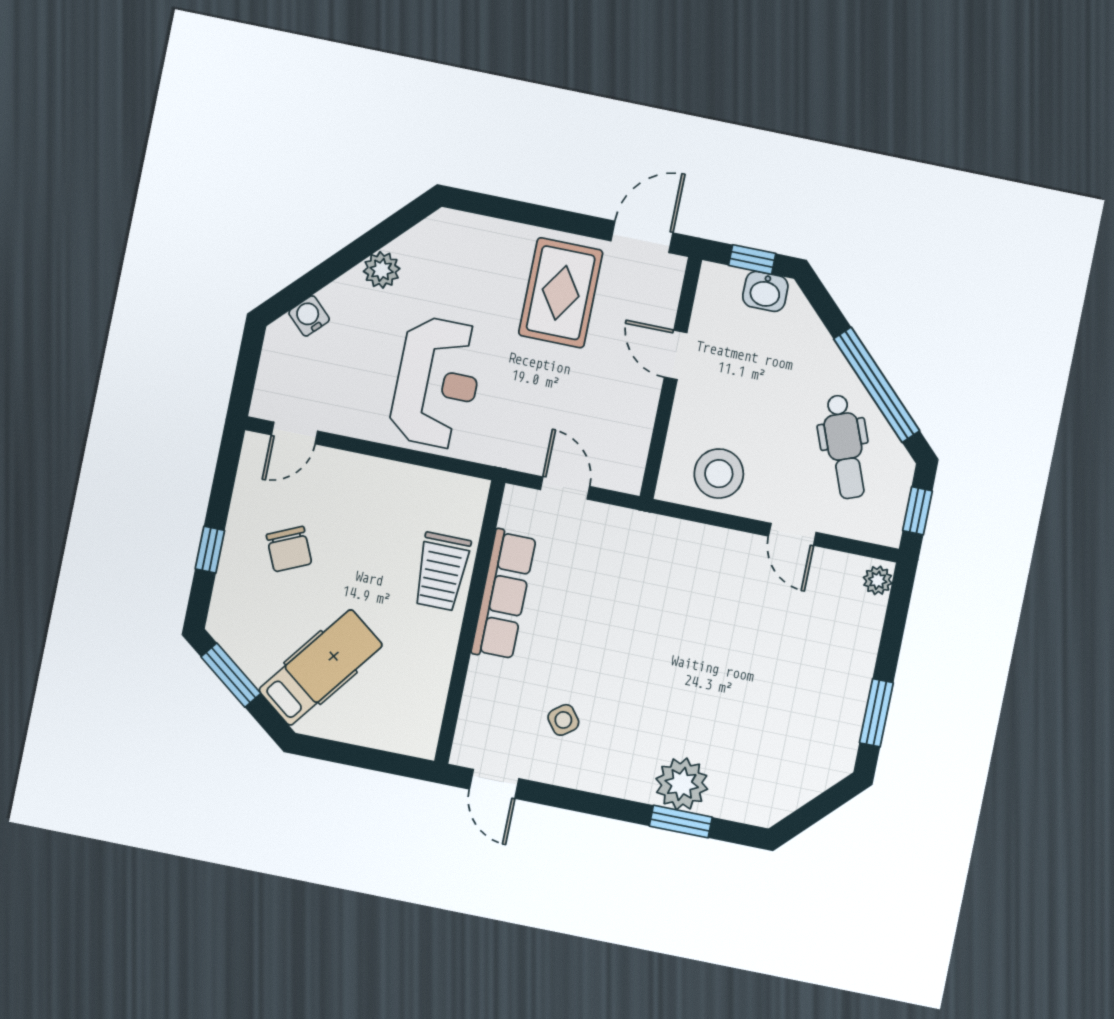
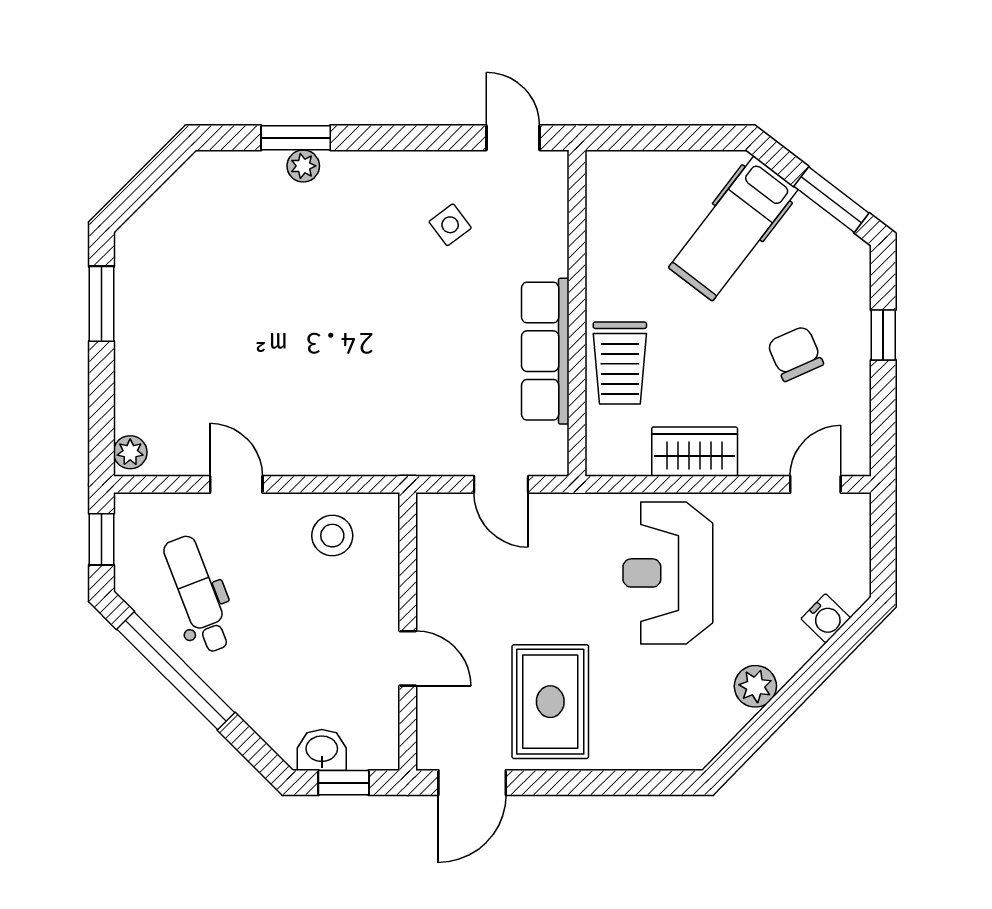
stool: (719, 474) -> (332, 536), width x0.73, depth x0.73
wardrobe: (393, 482) -> (695, 452), added
trolley: (442, 572) -> (620, 363), turned 180
plant: (682, 784) -> (303, 166), width x0.53, depth x0.53

